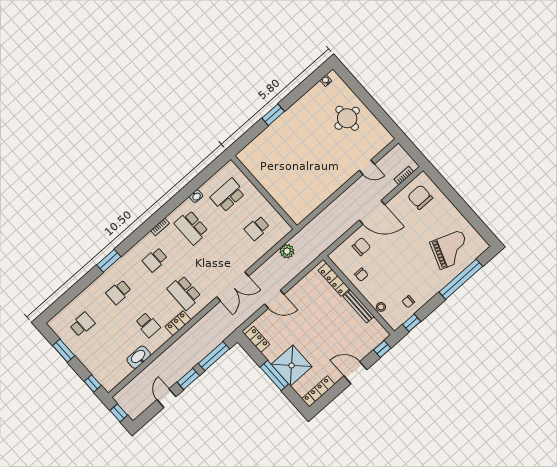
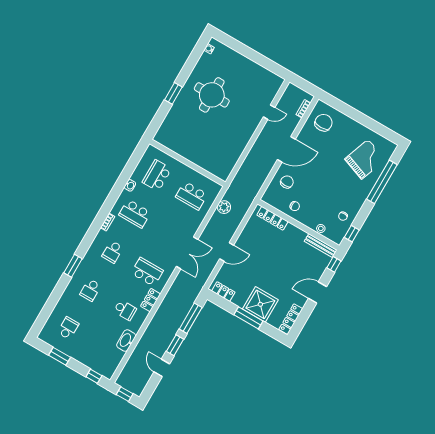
round table: (347, 118) -> (212, 95), moved, width x1.36, depth x1.36
chair: (420, 197) -> (323, 123), turned 90
school desk: (257, 228) -> (192, 196), width x1.85
school desk: (184, 293) -> (147, 272), turned 180
bench: (359, 306) -> (321, 246), moved

